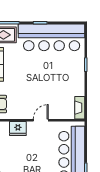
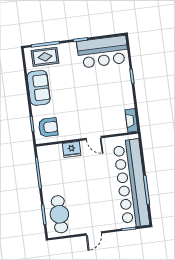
bar counter: (52, 37) -> (103, 52), width x0.73
door: (41, 120) -> (94, 138), swing flipped

